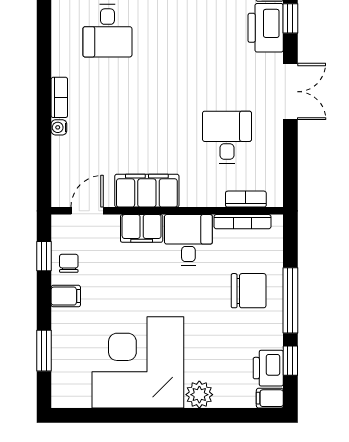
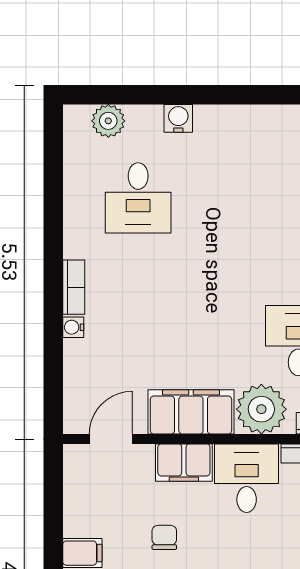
plant: (199, 189) -> (261, 409), added
window: (44, 256) -> (53, 500), removed
chair: (69, 263) -> (164, 537), moved

